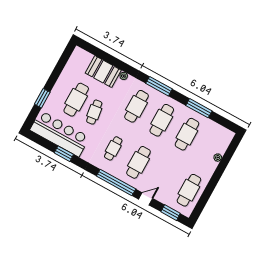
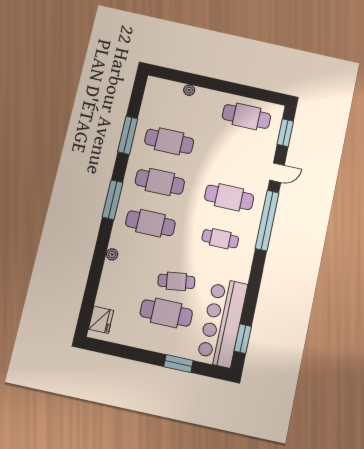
fridge: (84, 57) -> (101, 320), added
booth: (103, 72) -> (114, 286), removed
window: (64, 154) -> (243, 339), moved
door: (146, 199) -> (277, 173), swing flipped

